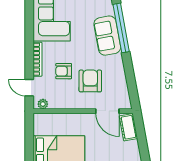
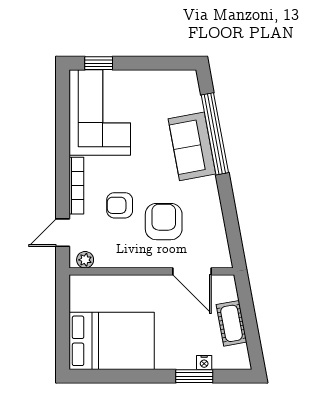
door: (29, 88) -> (63, 233), hinge flipped
cot: (128, 127) -> (231, 323), moved

